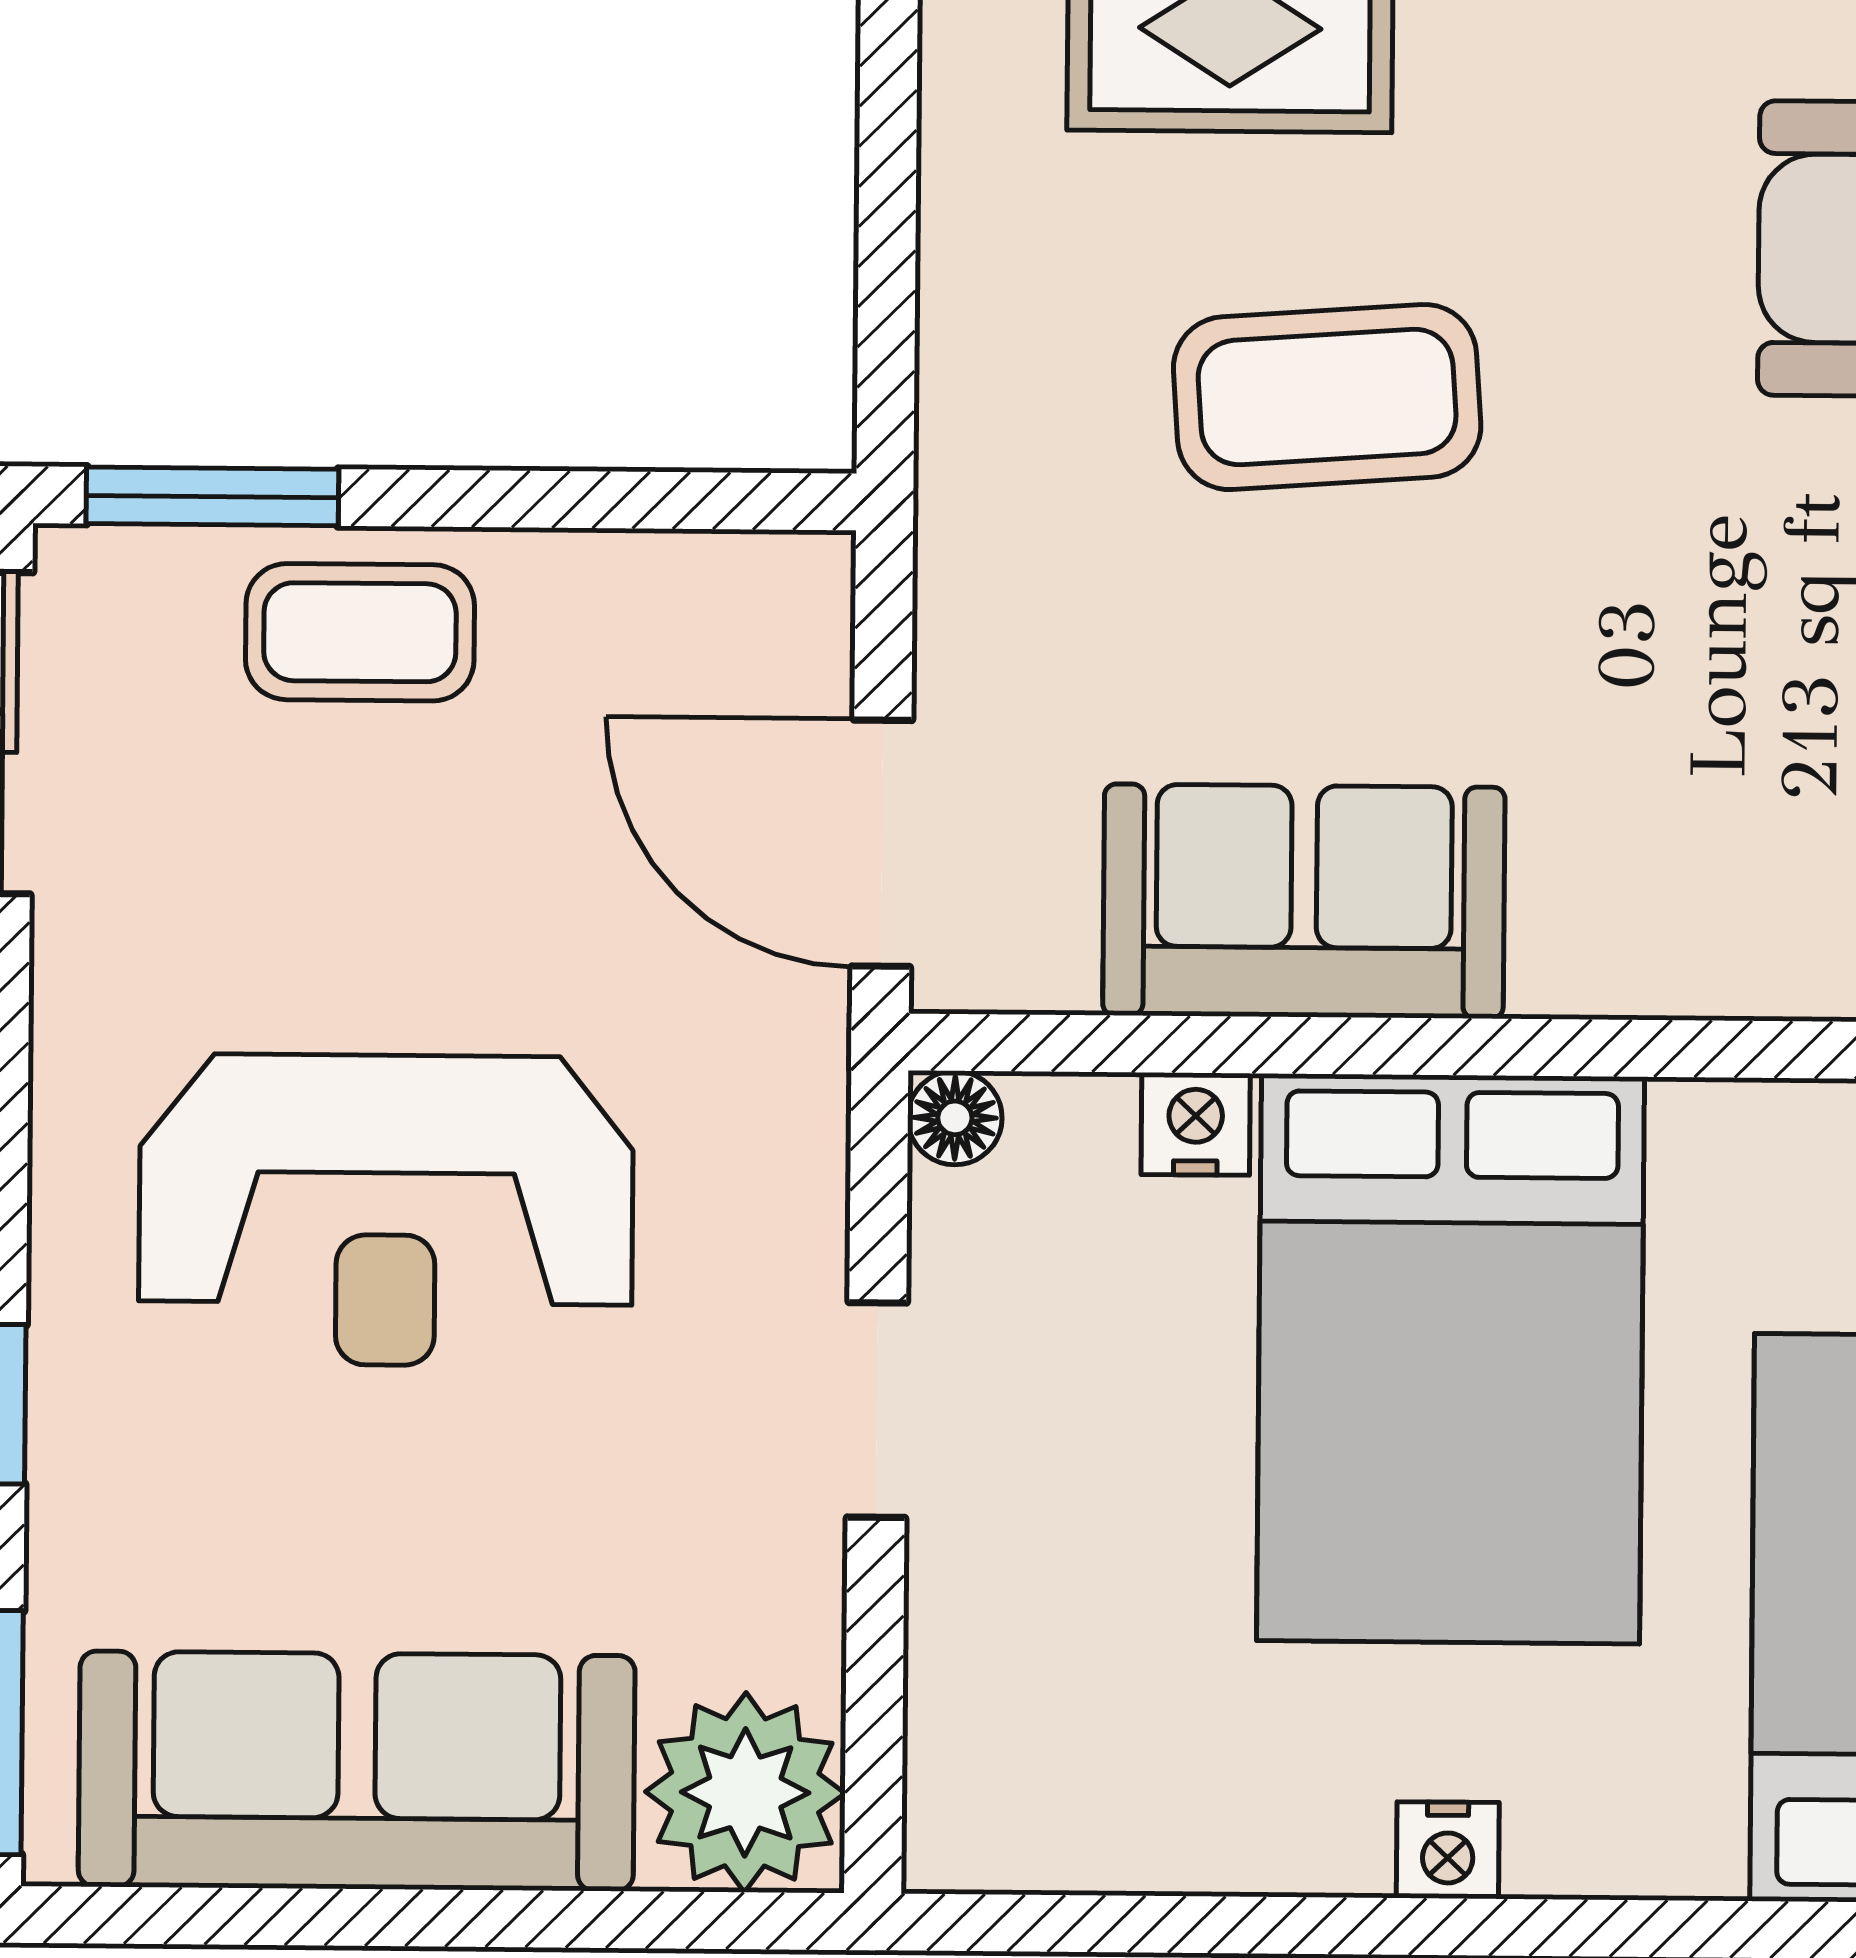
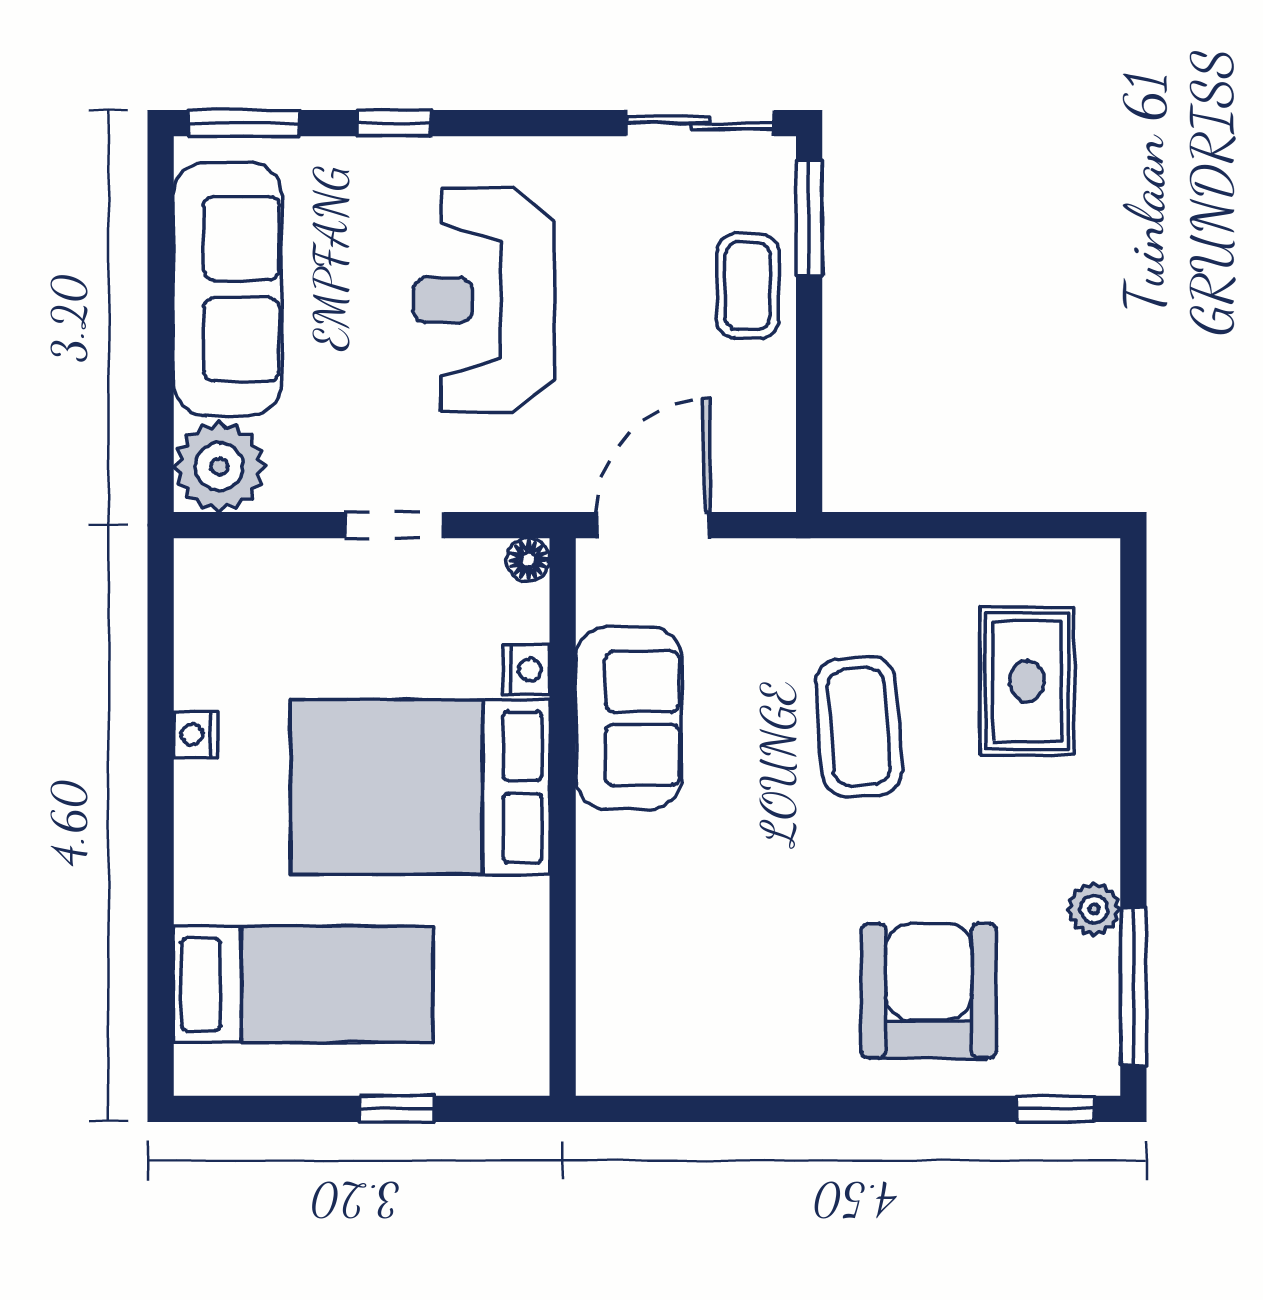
nightstand: (1448, 1850) -> (196, 734), moved

